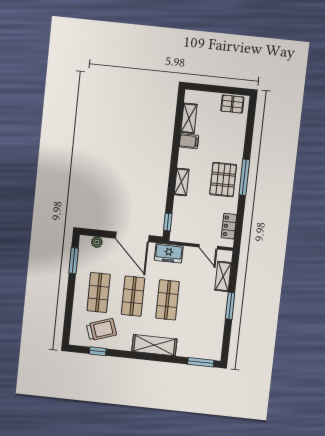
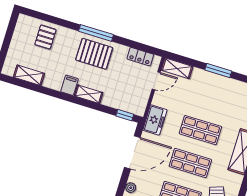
pallet: (232, 104) -> (45, 37), moved
filing cabinet: (189, 141) -> (70, 85), moved
shelving: (223, 276) -> (177, 68), moved

